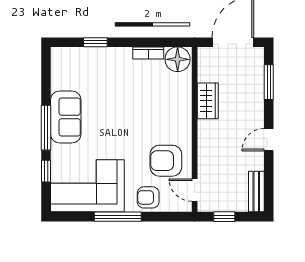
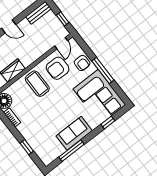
coffee table: (166, 119) -> (37, 84), added
window: (46, 128) -> (72, 151), moved
armchair: (166, 161) -> (58, 68), turned 90

